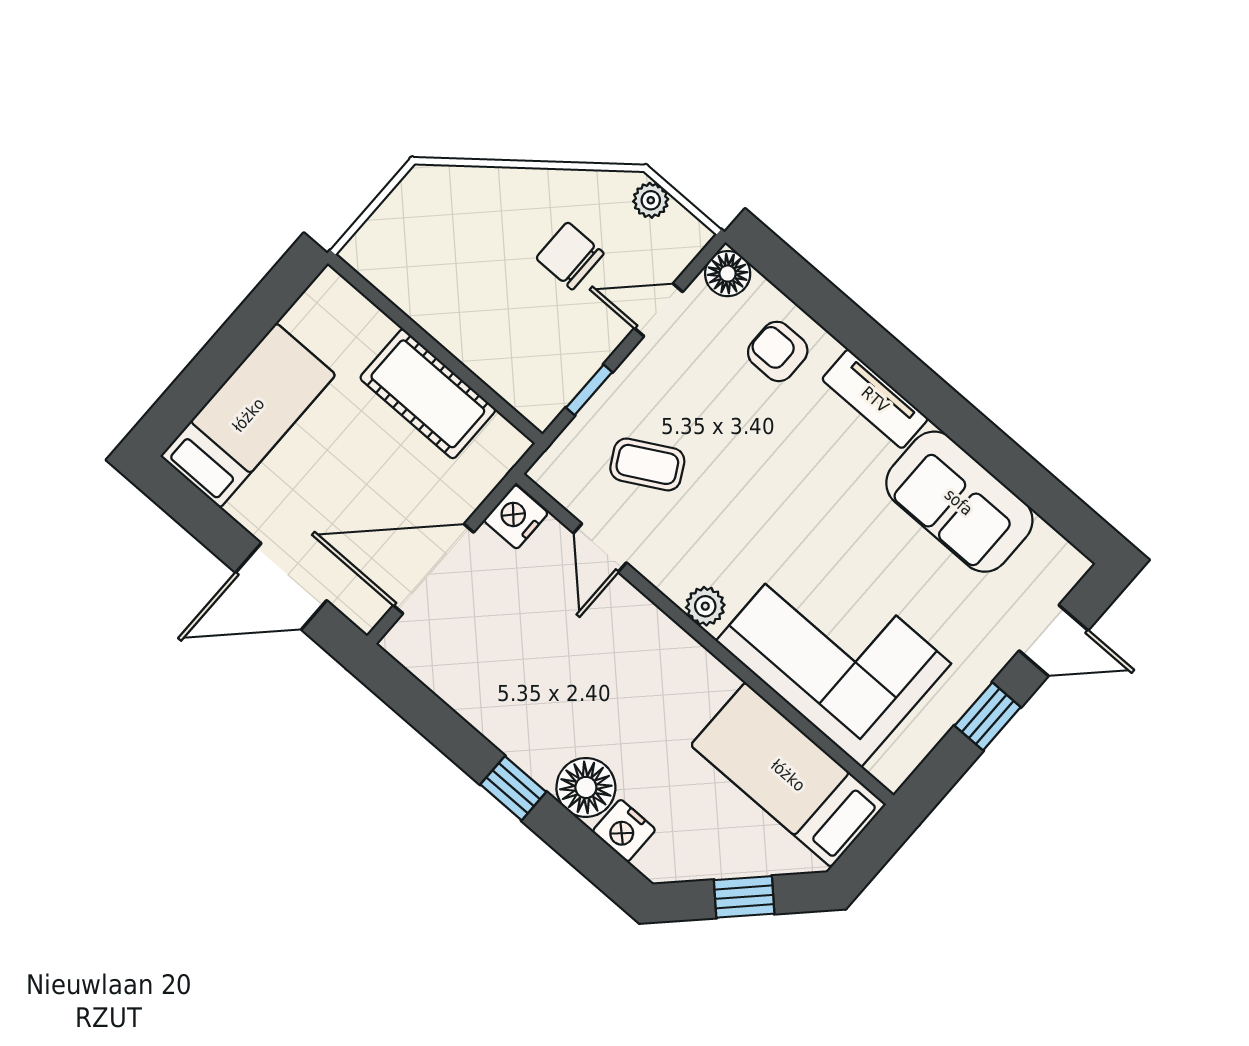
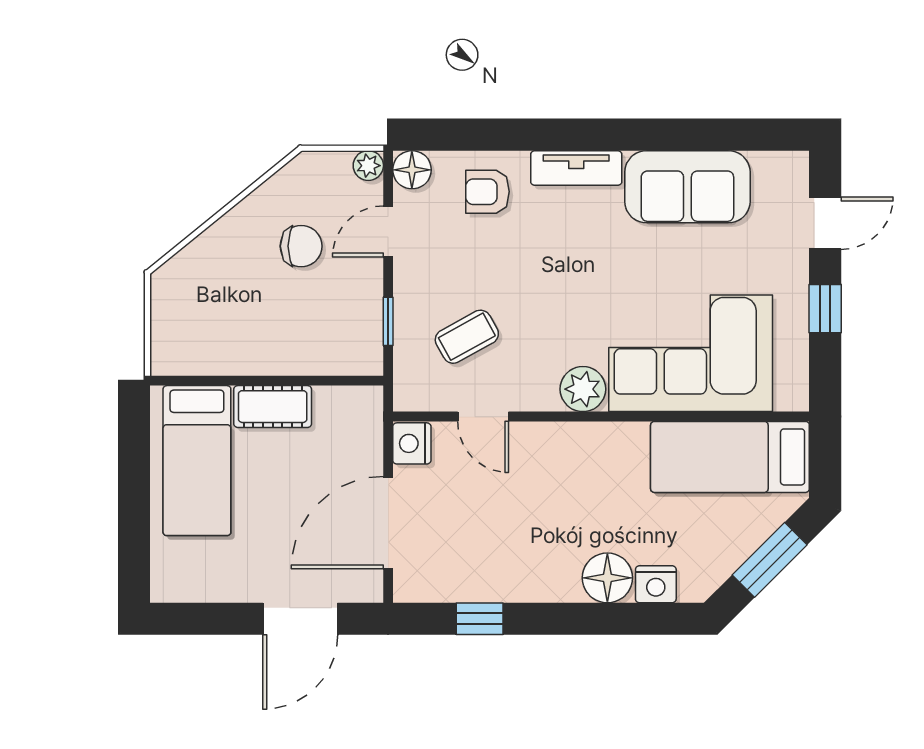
plant: (651, 200) -> (368, 166), moved
chair: (570, 256) -> (301, 246), turned 180
cot: (428, 394) -> (273, 407), width x0.73, depth x0.75
bed: (248, 415) -> (197, 461), moved, turned 180
plant: (705, 606) -> (583, 389), width x1.38, depth x1.38
window: (513, 788) -> (480, 619), moved
window: (744, 897) -> (770, 560), width x1.50

